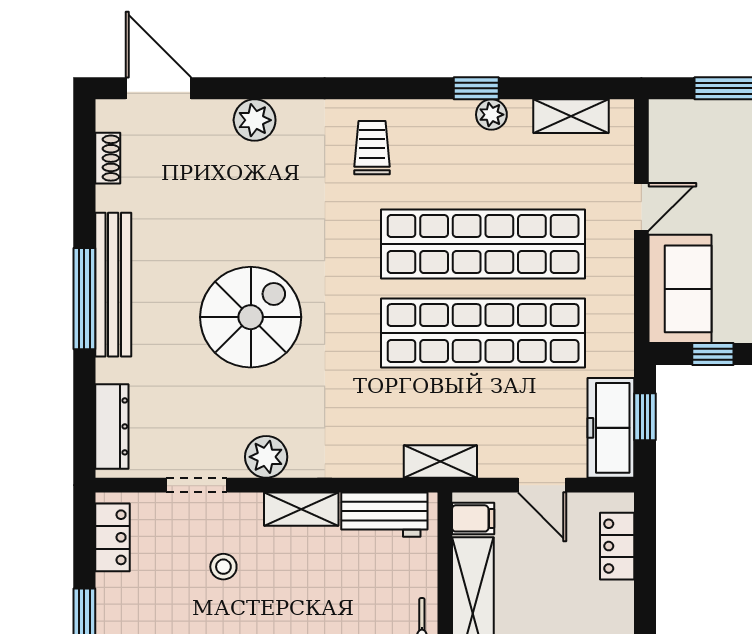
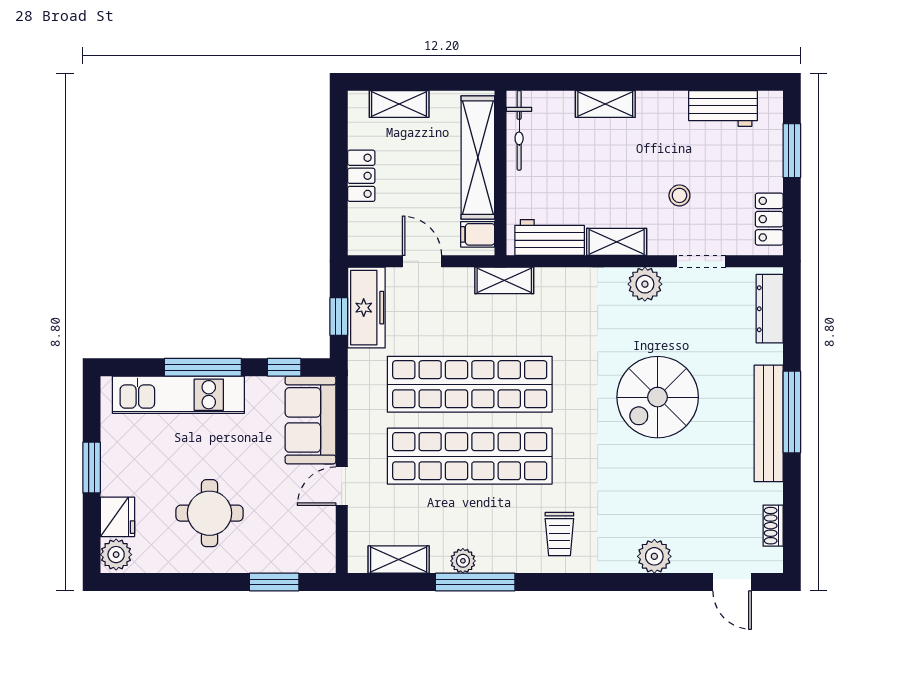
door: (158, 88) -> (732, 582), width x0.73
window: (476, 88) -> (475, 582), width x2.17
locker: (617, 546) -> (361, 176), moved

